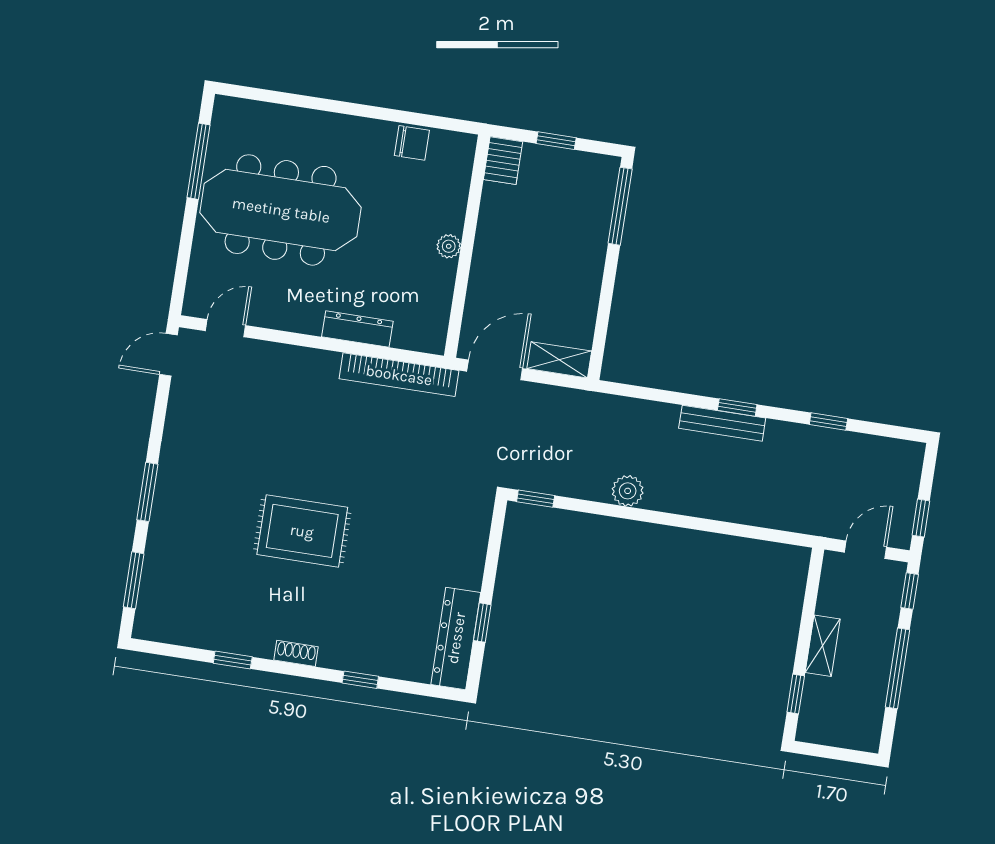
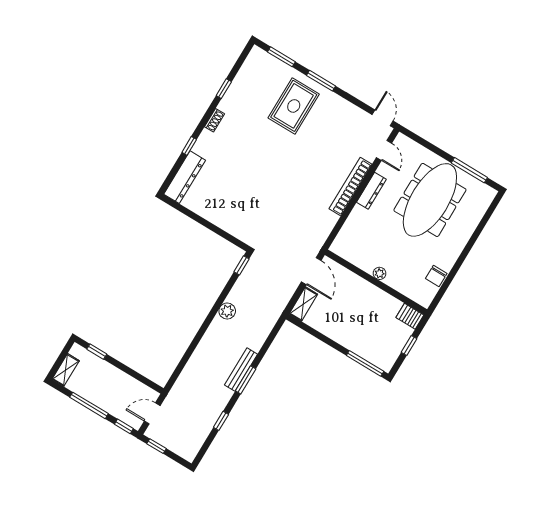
dresser: (357, 329) -> (371, 191), moved
bookcase: (399, 375) -> (351, 187), moved
window: (737, 407) -> (246, 380), width x1.50
rug: (302, 531) -> (294, 106), moved
door: (865, 550) -> (152, 413), swing flipped
window: (482, 623) -> (193, 215), removed
dresser: (456, 638) -> (185, 177), moved, turned 90
shelving: (823, 646) -> (66, 370), moved, turned 90

